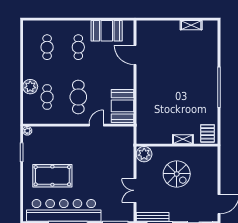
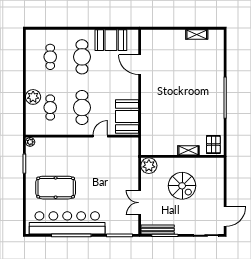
cafe table: (78, 47) -> (82, 57), width x1.37, depth x1.35

